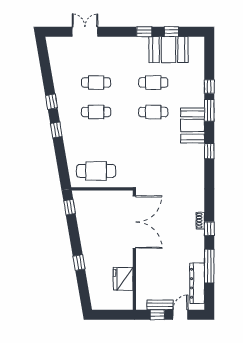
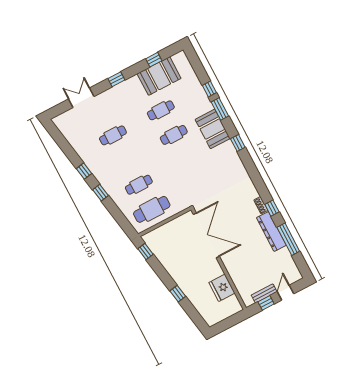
window: (144, 32) -> (116, 79), moved
cafe table: (96, 112) -> (139, 185), moved
dresser: (197, 283) -> (271, 232), moved

